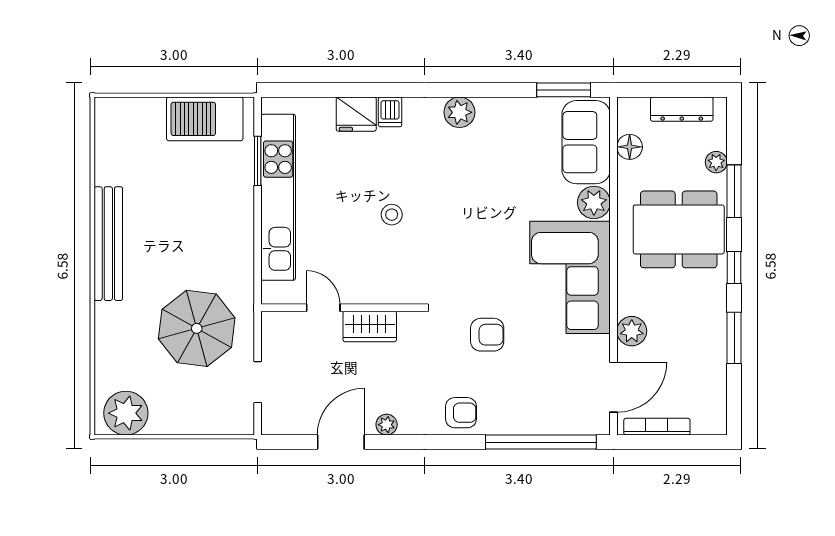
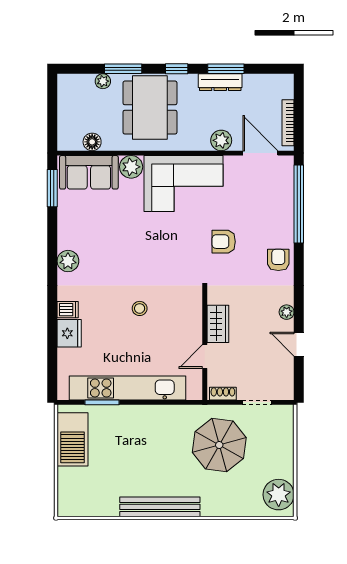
dresser: (682, 109) -> (220, 82), moved, turned 90
shoe rack: (270, 334) -> (223, 394), added
armchair: (487, 335) -> (224, 242), turned -90
door: (341, 442) -> (299, 344), width x0.73

